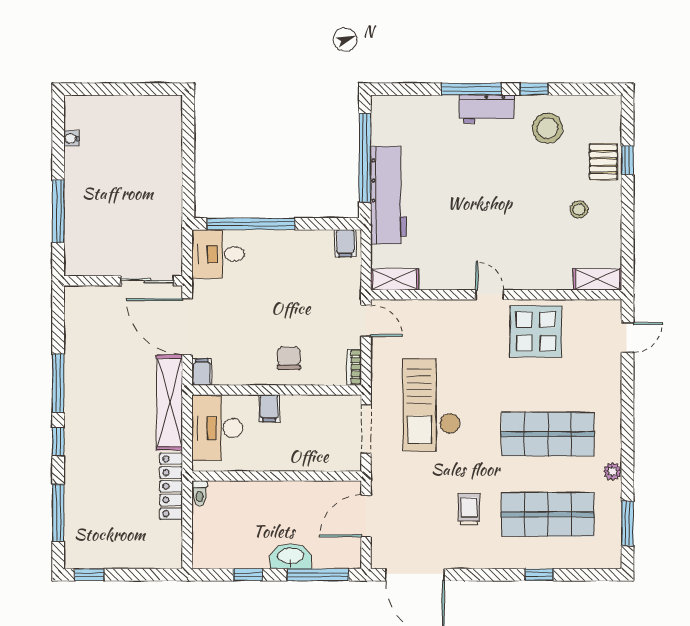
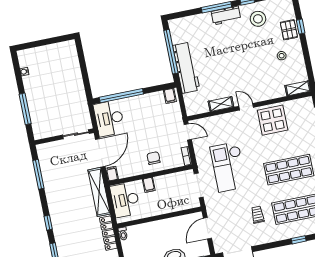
desk: (218, 254) -> (109, 118), width x1.37
shelving: (394, 279) -> (221, 104), moved
door: (187, 327) -> (100, 153), swing flipped
window: (58, 383) -> (38, 174), moved

